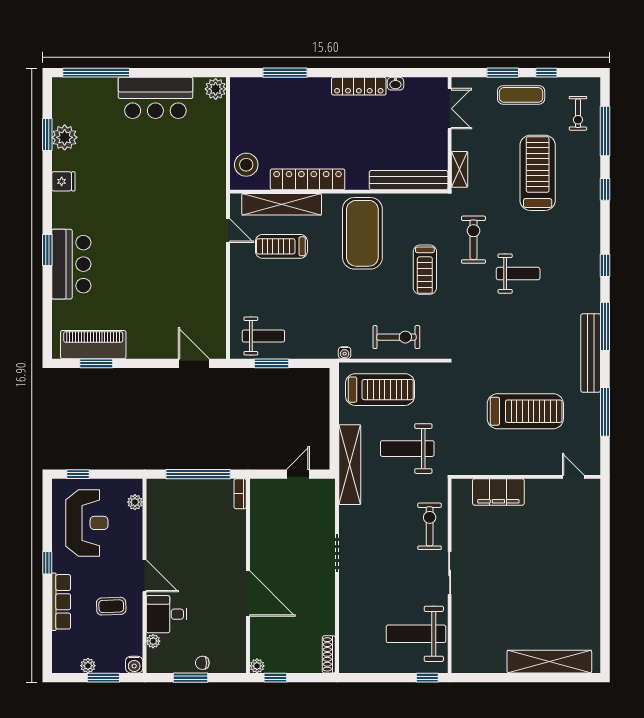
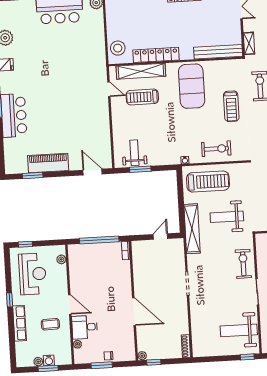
weight bench: (263, 336) -> (134, 153), turned -90
piano: (93, 345) -> (48, 163), moved
water cooler: (134, 665) -> (49, 360), moved

